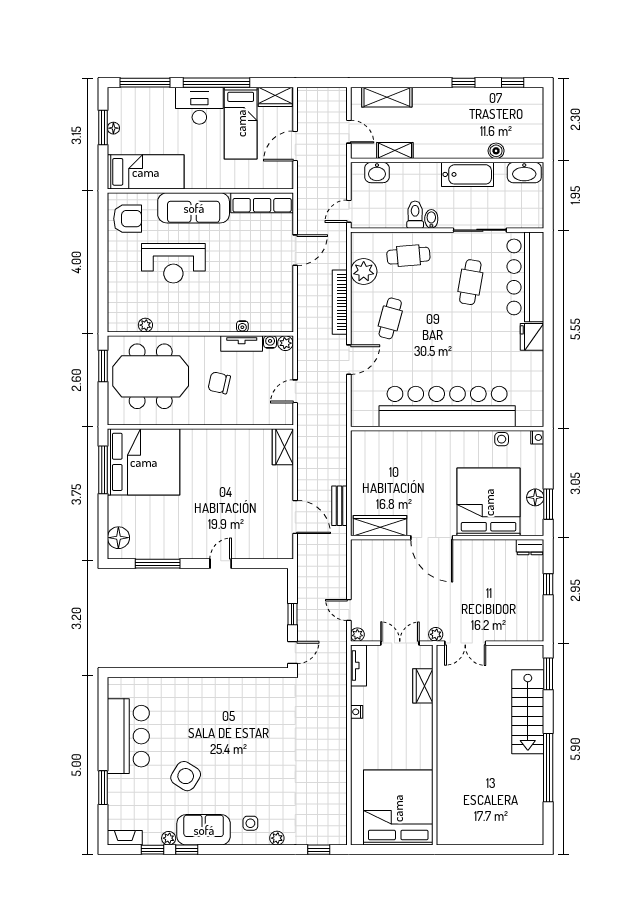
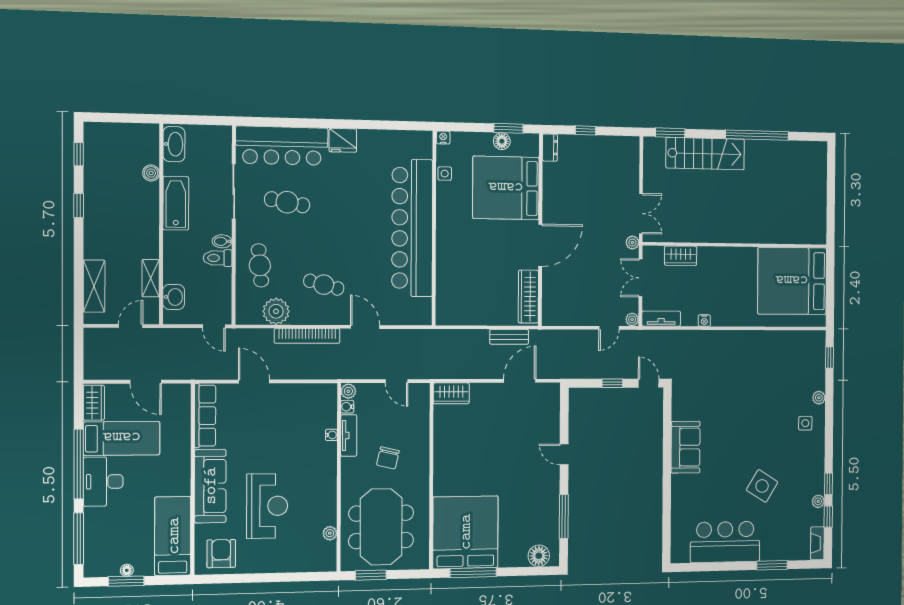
sofa: (204, 830) -> (685, 447), moved, turned 180

